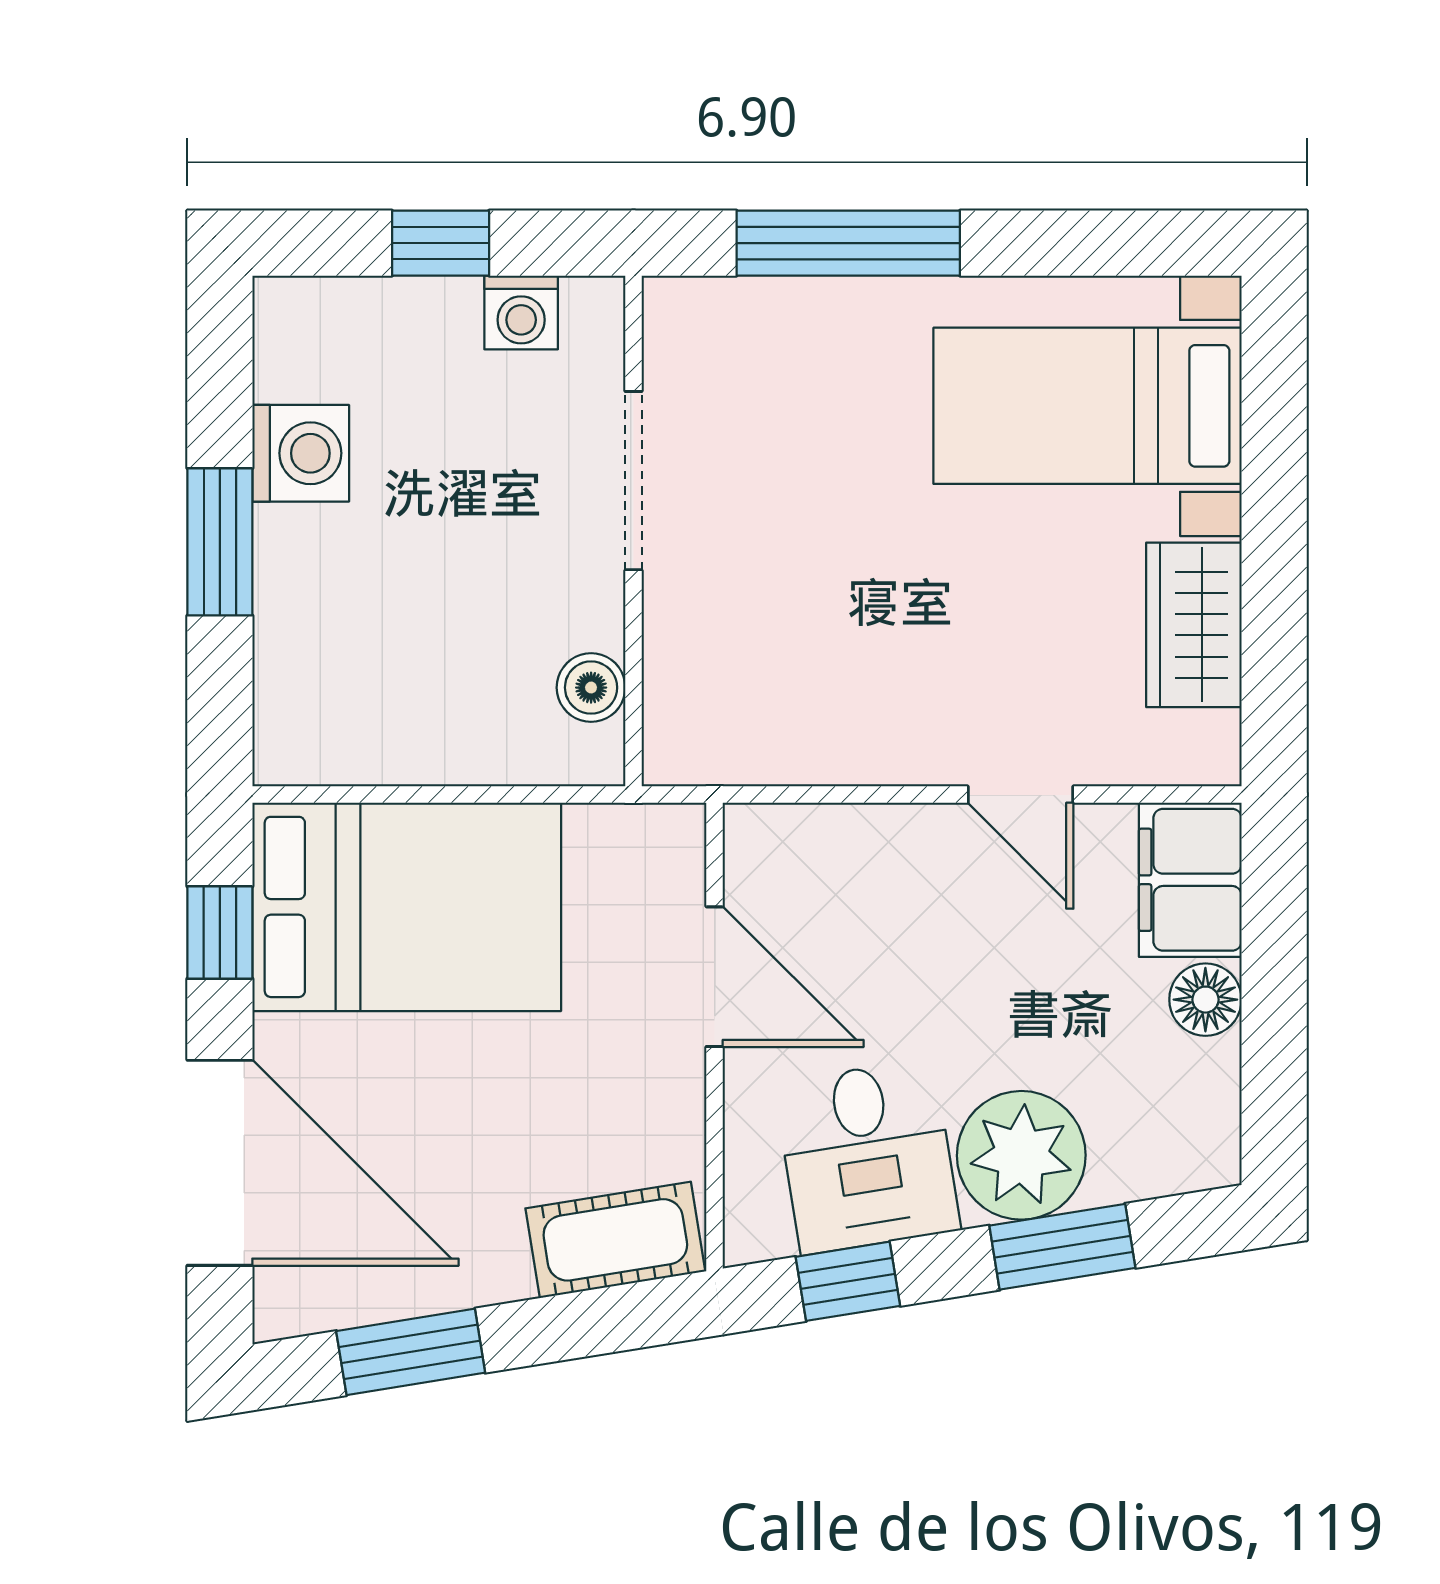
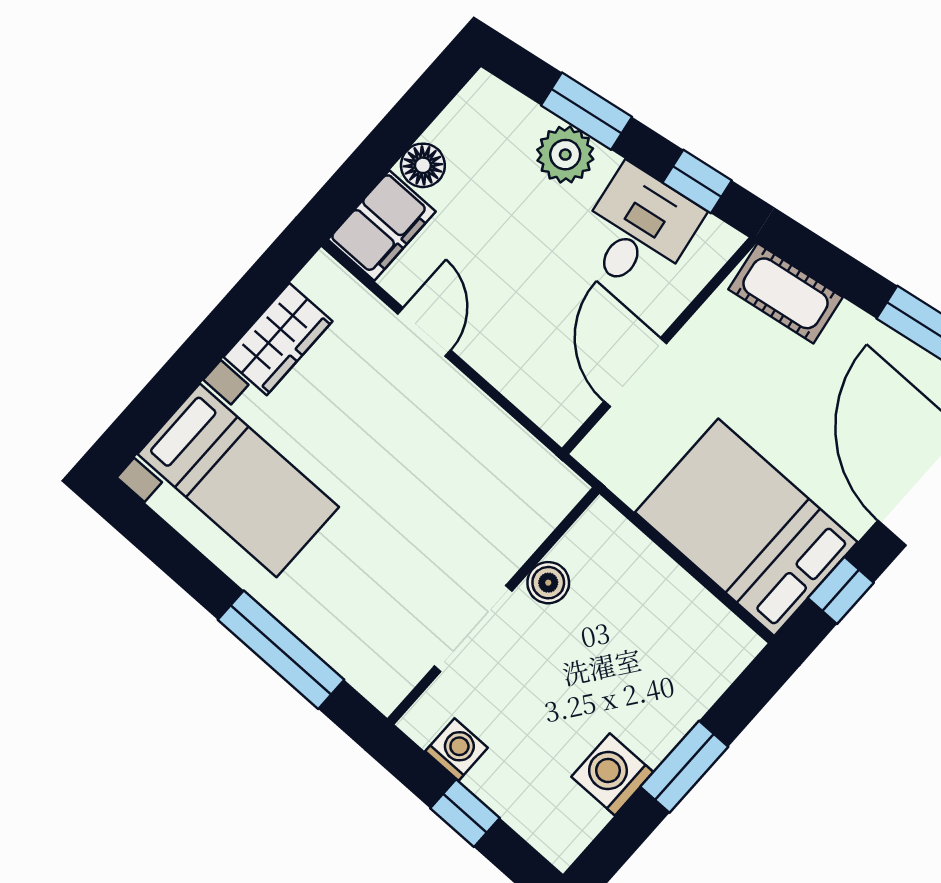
boiler: (591, 688) -> (548, 583), moved
plant: (1021, 1155) -> (565, 155), width x0.73, depth x0.73

